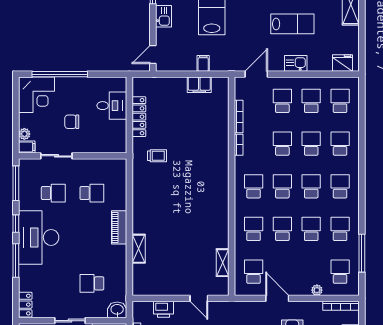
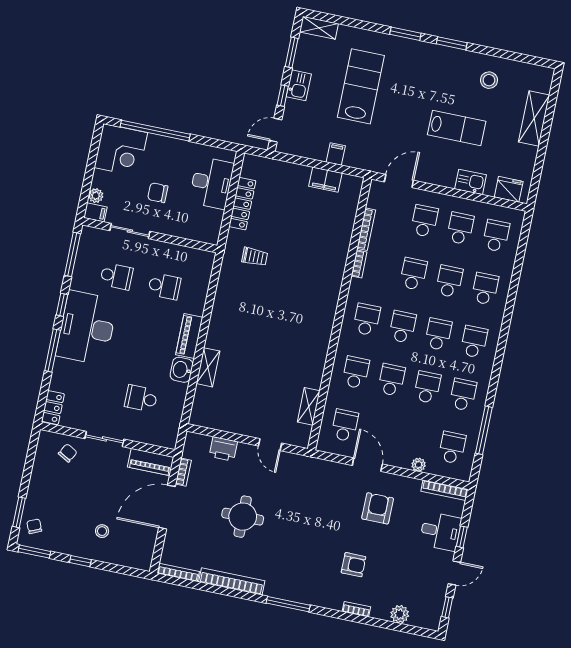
window: (153, 27) -> (283, 96), added
kitchen sink: (296, 63) -> (471, 182), moved
desk: (112, 106) -> (211, 183), width x1.37
washbasin: (117, 310) -> (182, 370), moved, turned -90

